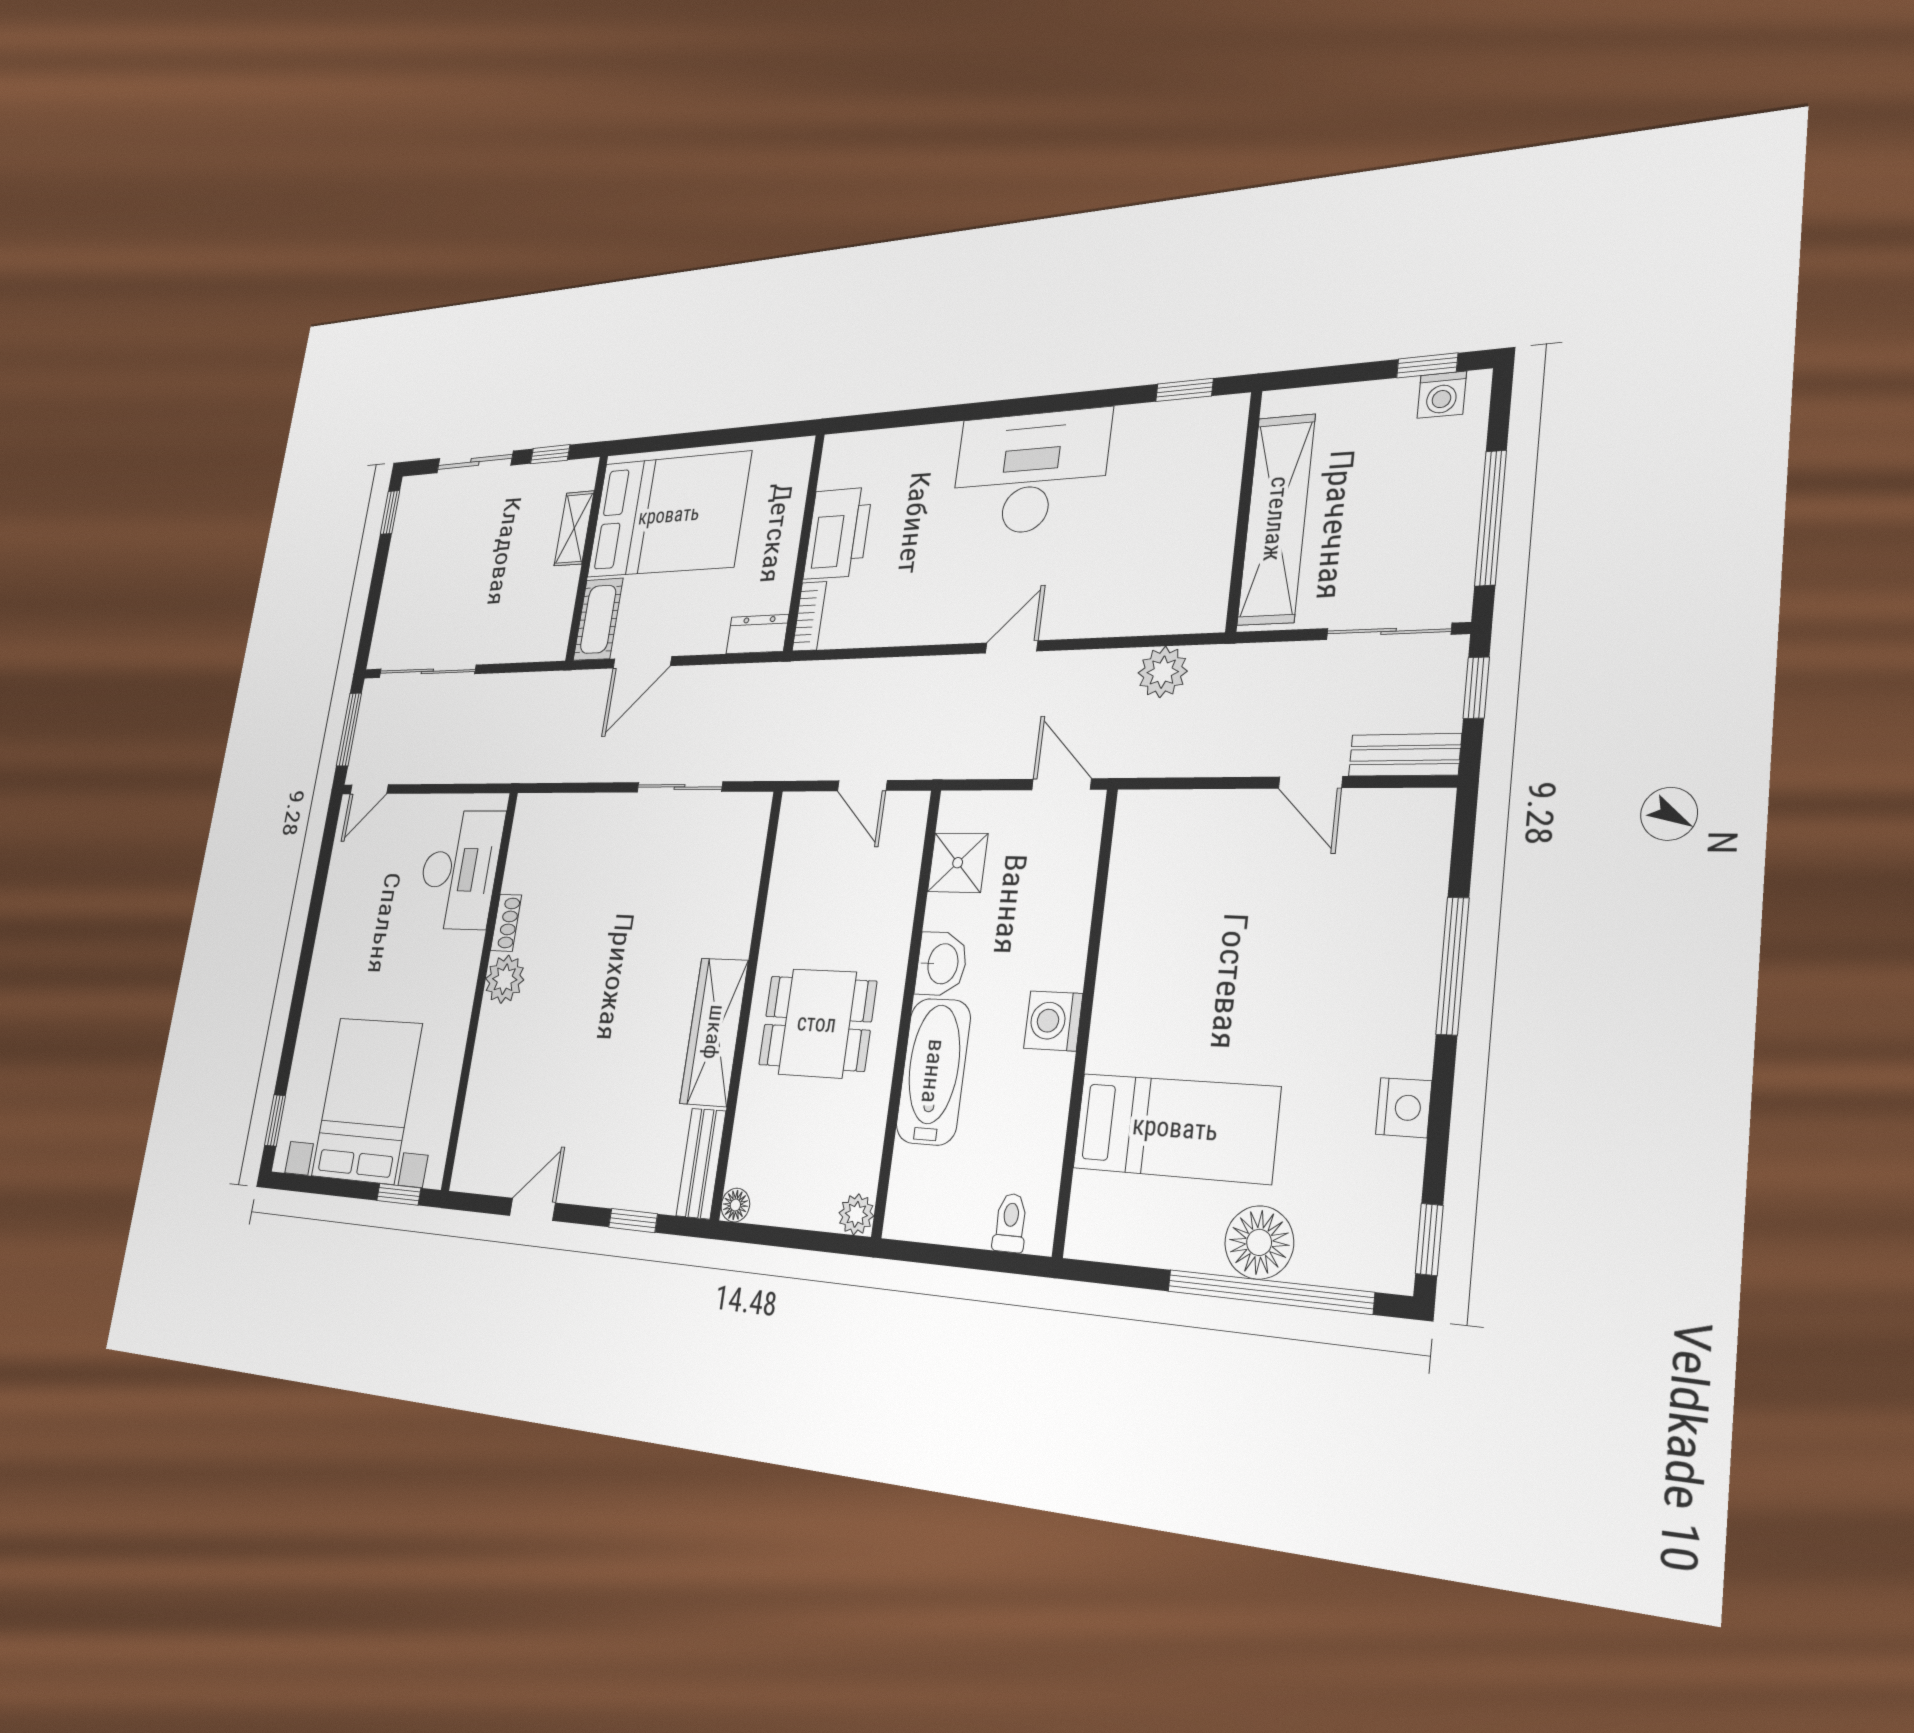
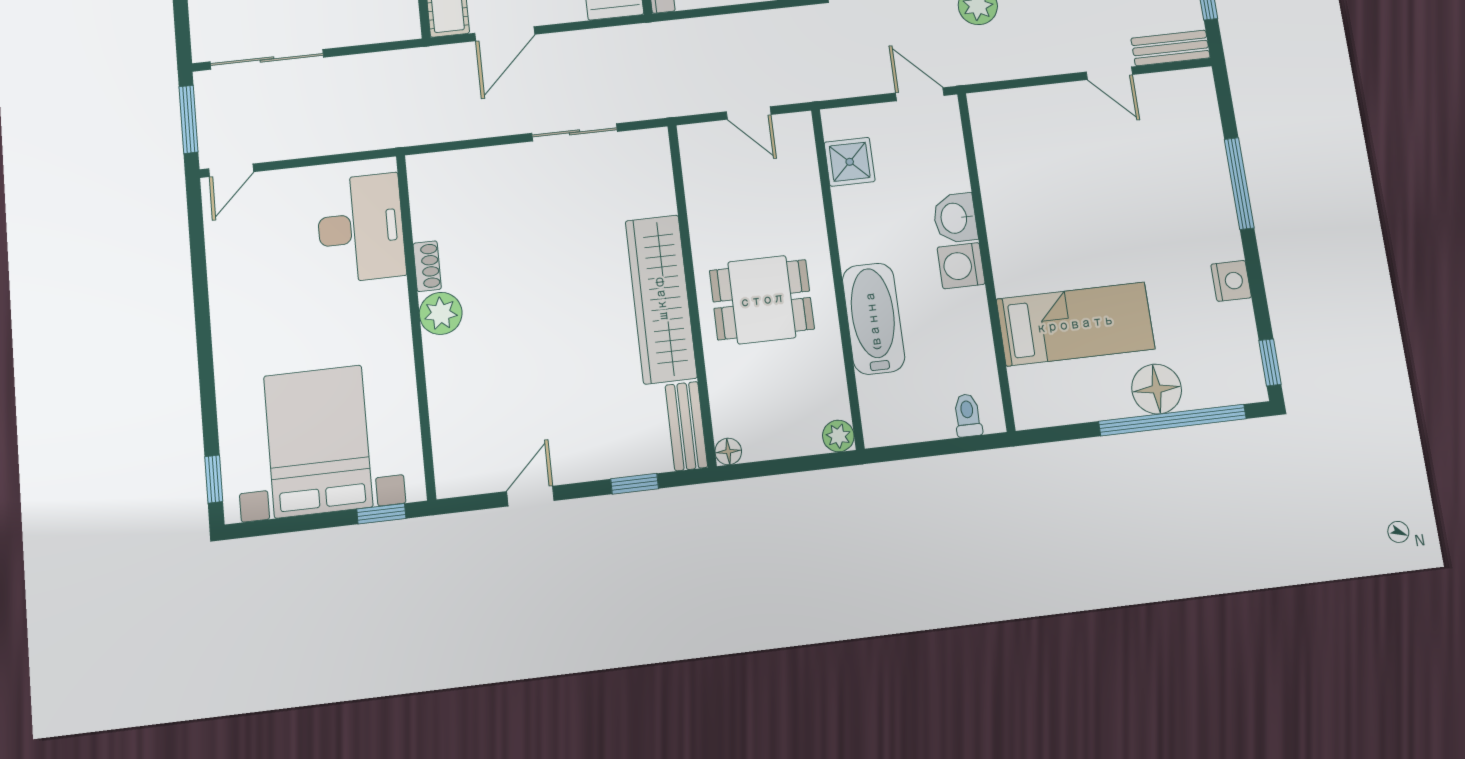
washbasin: (941, 964) -> (955, 218), moved, turned 180
wardrobe: (714, 1032) -> (661, 299), width x1.40, depth x1.17

